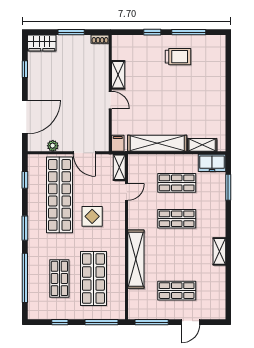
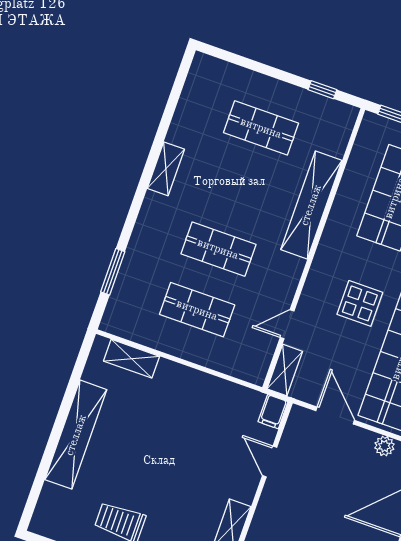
door: (110, 100) -> (270, 461), moved
shelving: (157, 143) -> (76, 435), moved, turned 90
freezer: (212, 163) -> (126, 323), removed
window: (152, 322) -> (322, 90), width x0.46
door: (191, 322) -> (257, 66), removed

